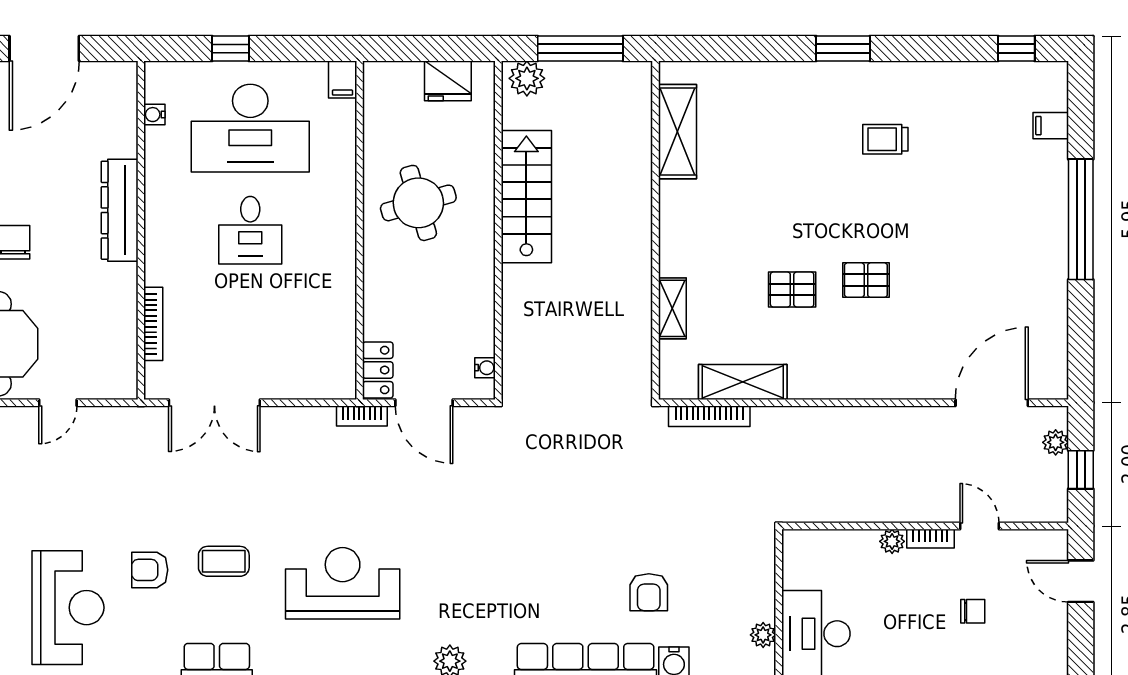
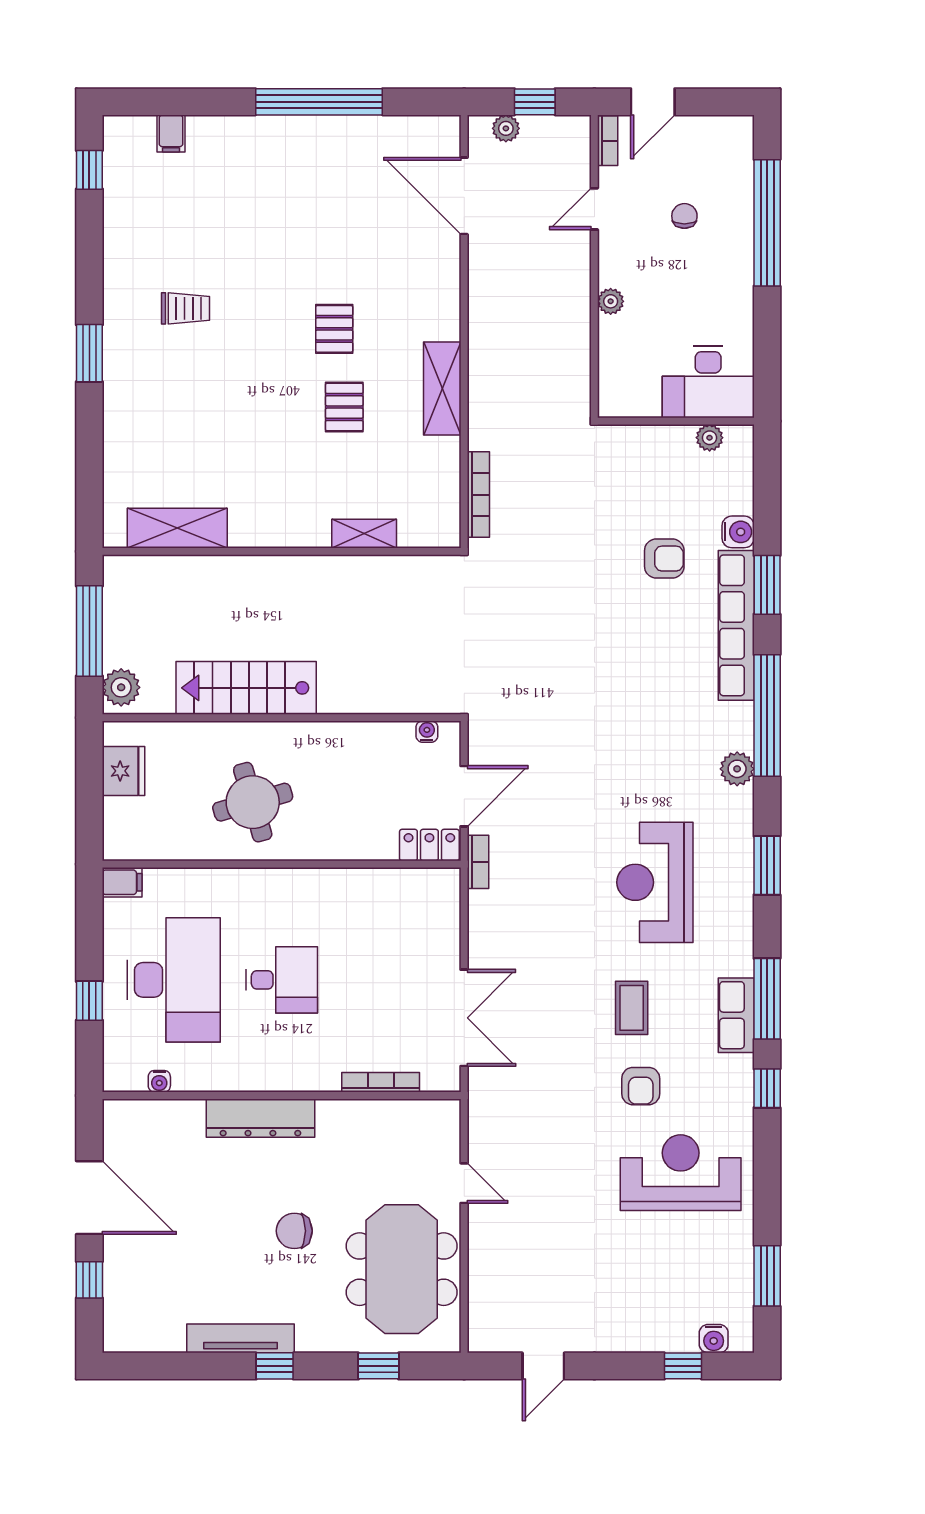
trolley: (885, 139) -> (185, 308), turned -90
window: (1081, 219) -> (319, 102), moved
shelving: (743, 382) -> (442, 389), moved
bookcase: (930, 539) -> (608, 141), moved

